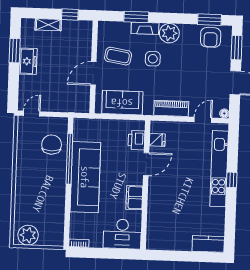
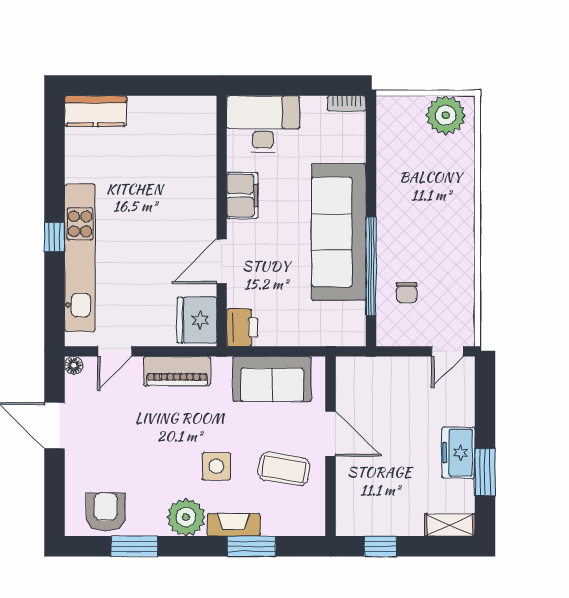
window: (210, 20) -> (134, 546), moved
shelving: (48, 25) -> (450, 525), moved
window: (237, 48) -> (55, 494), removed
door: (93, 73) -> (331, 434), hinge flipped
printer: (136, 140) -> (242, 327), moved
fridge: (157, 140) -> (197, 320), width x1.88, depth x1.34
chair: (52, 145) -> (407, 293), width x0.54, depth x0.54

